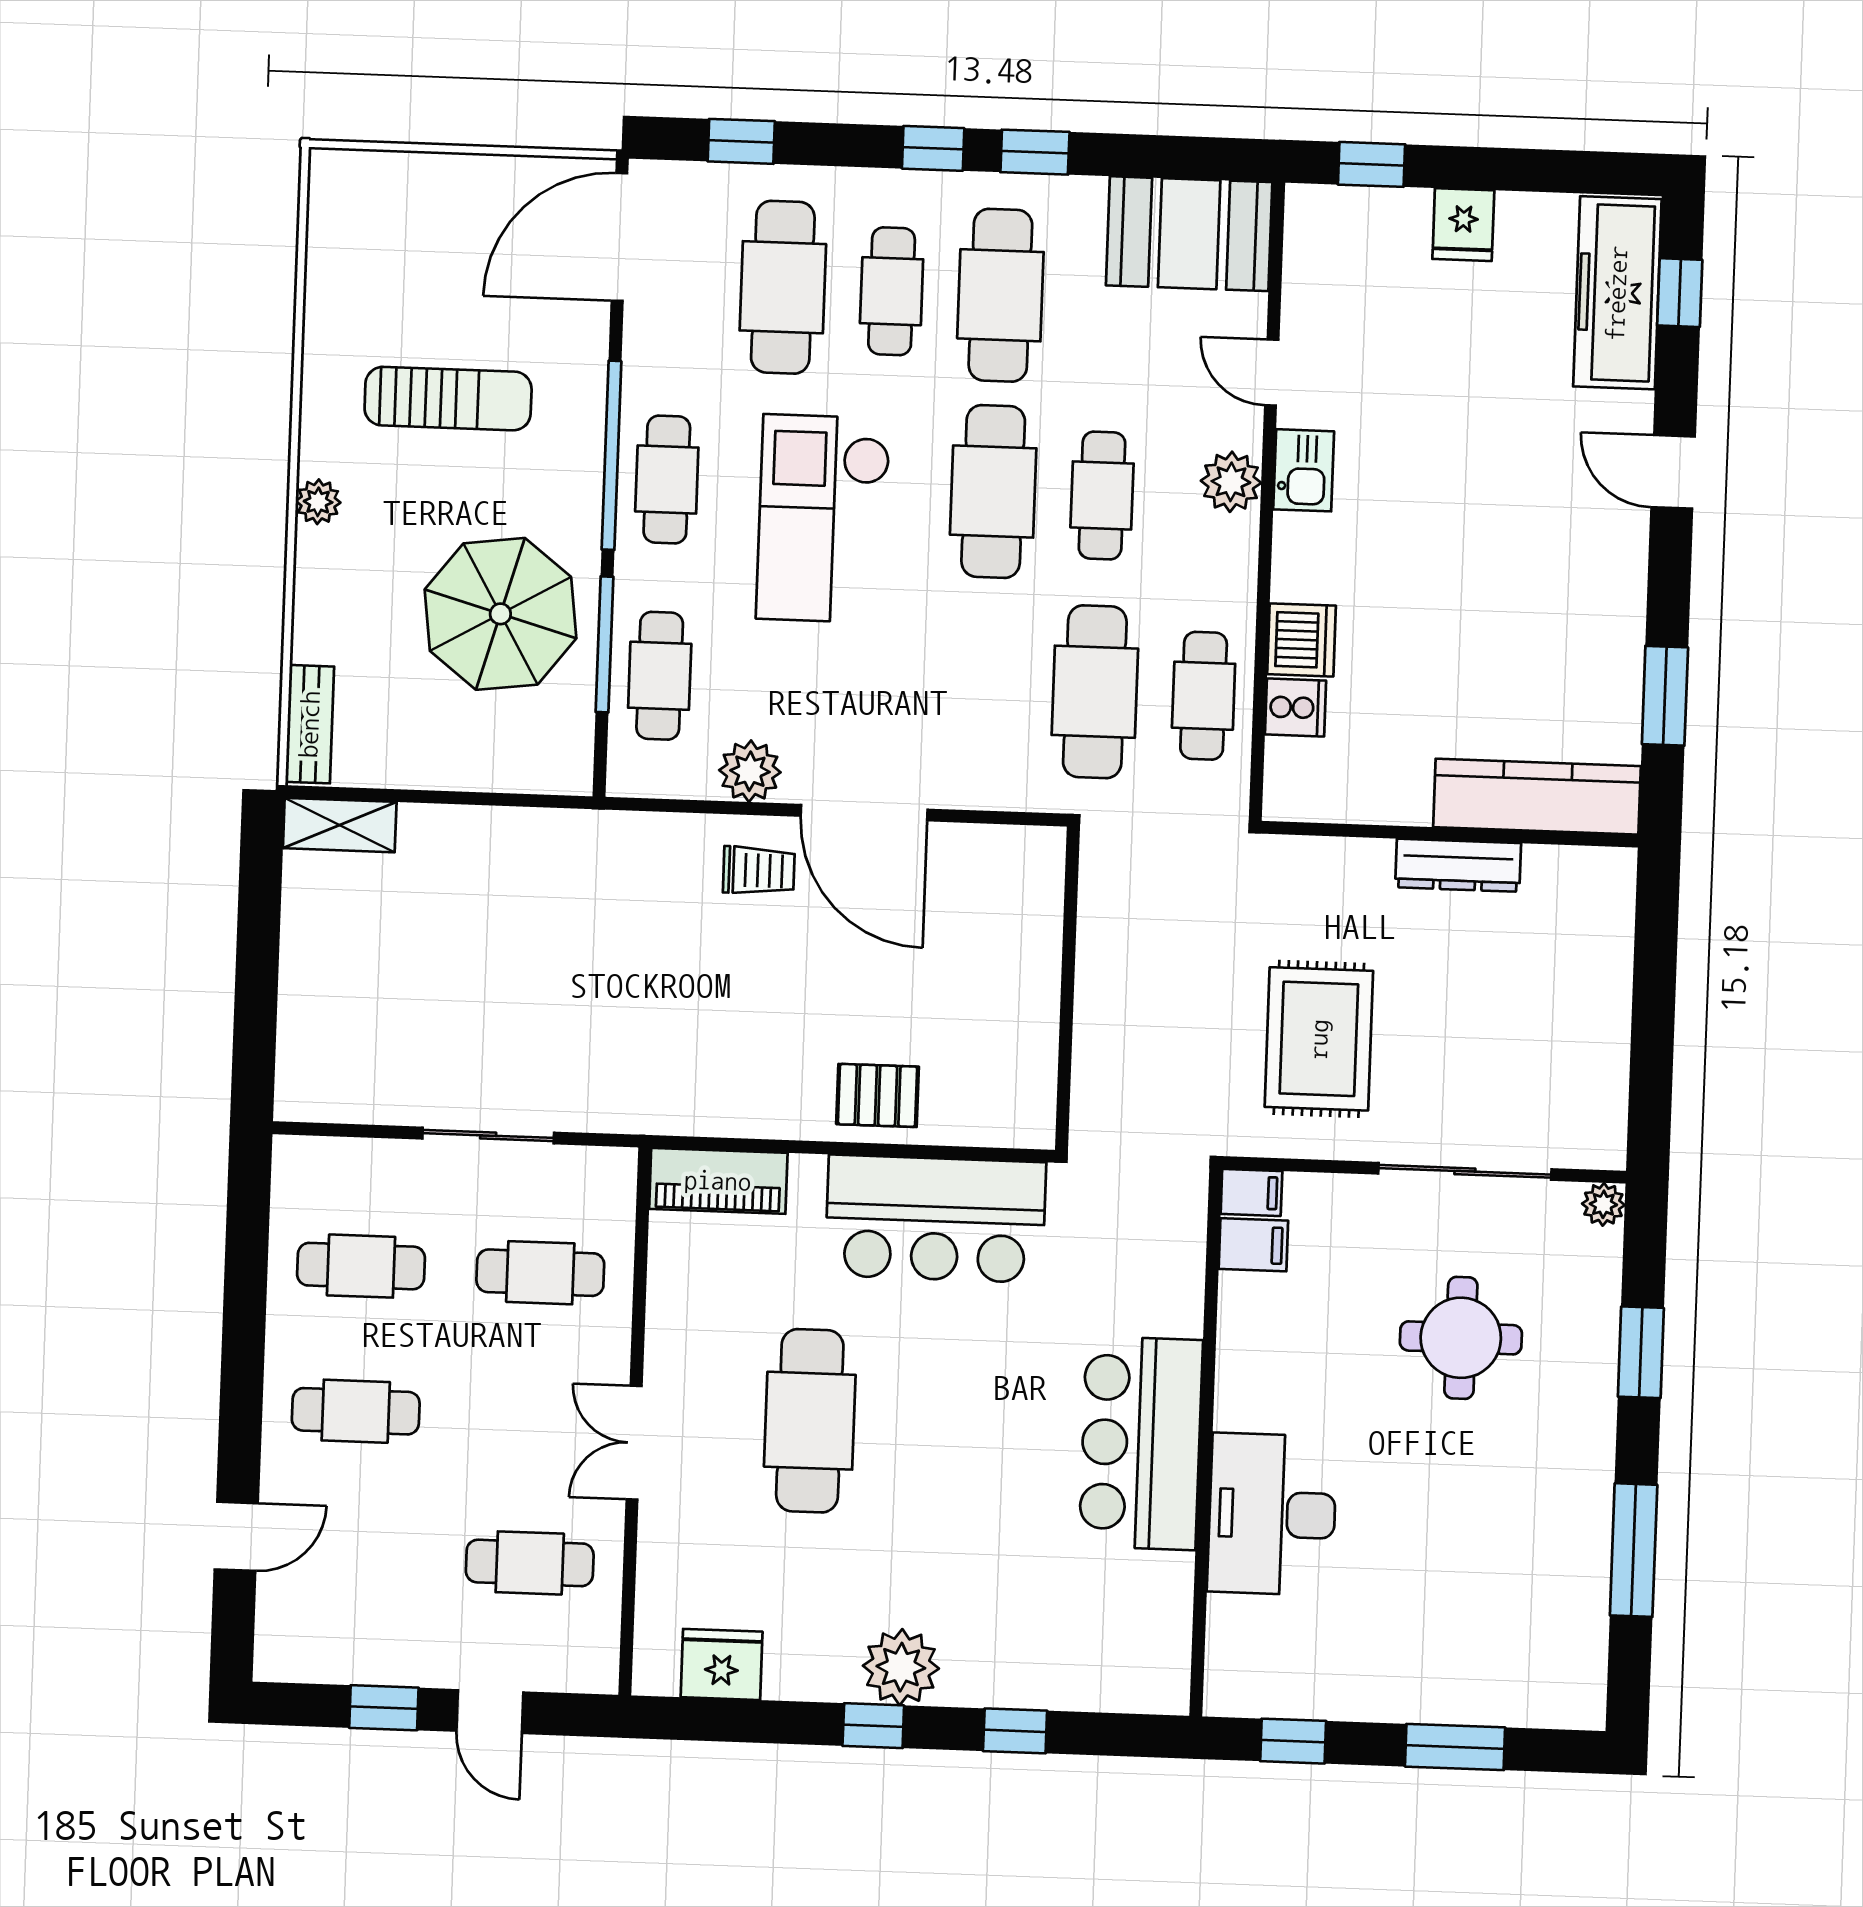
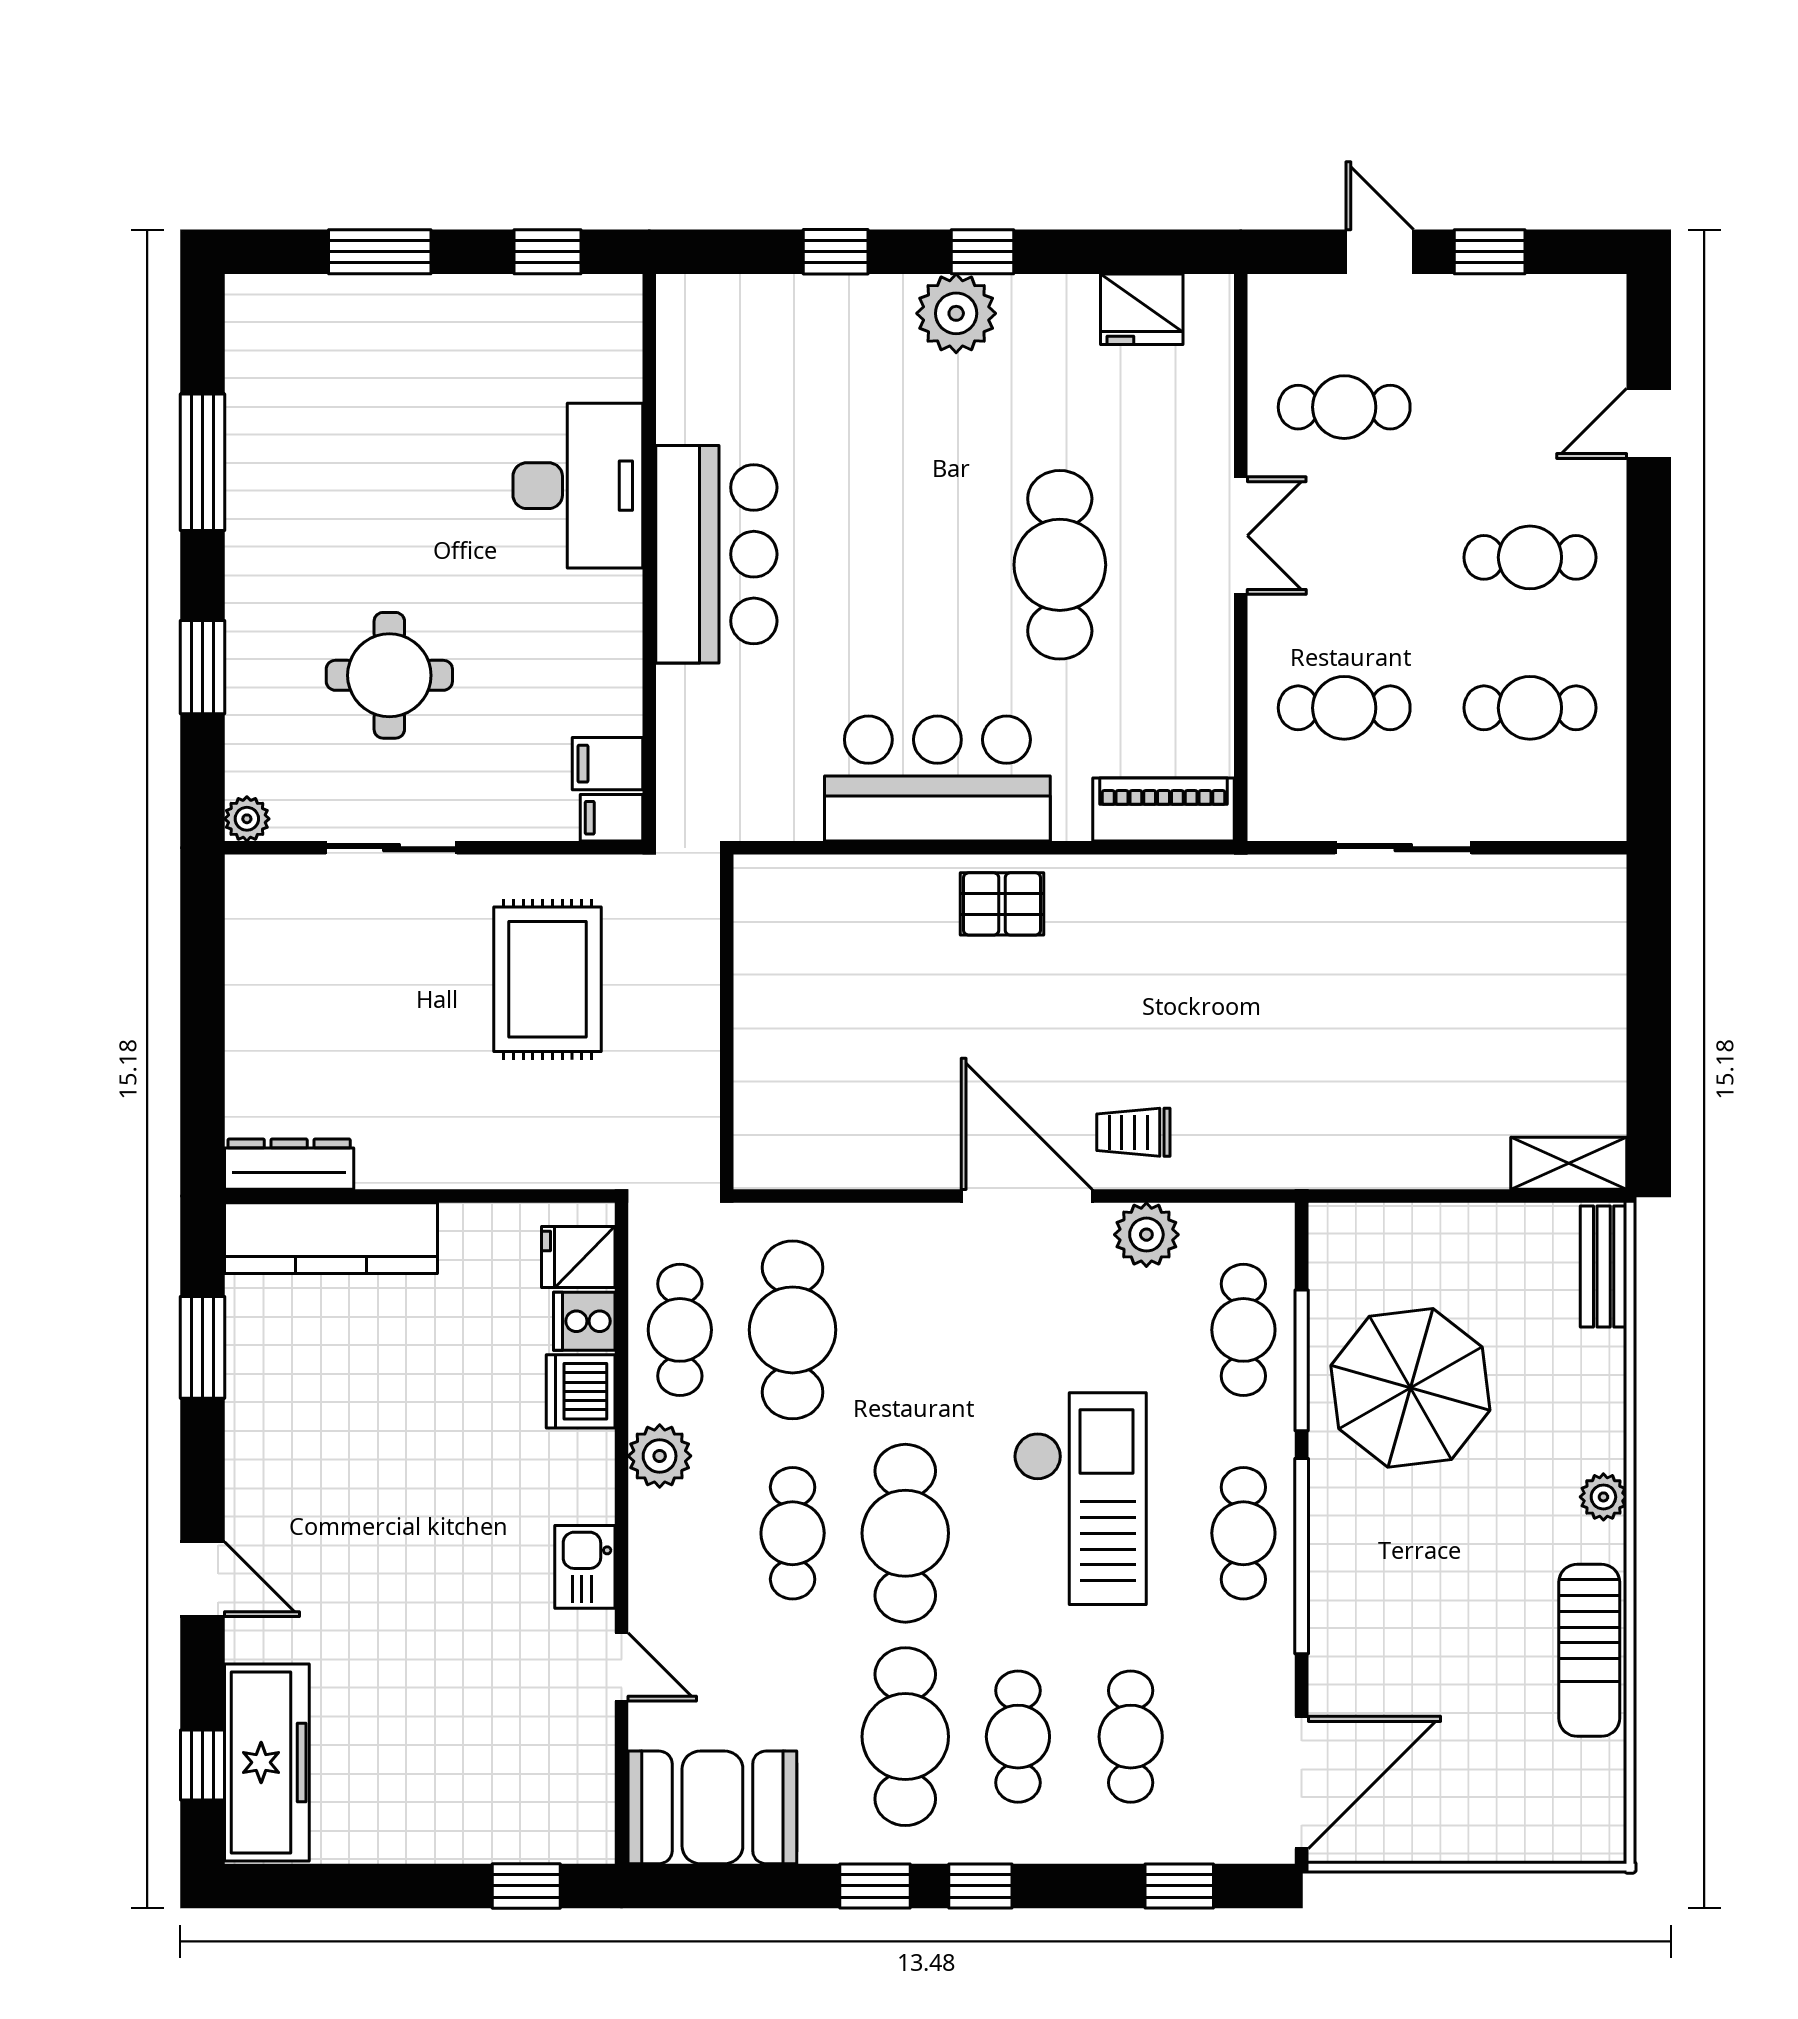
fridge: (1463, 225) -> (578, 1257), moved, turned -90
cafe table: (783, 287) -> (1131, 1737), width x0.73, depth x0.74
sun lounger: (448, 399) -> (1589, 1650), moved, turned -90
plant: (1231, 482) -> (660, 1456), moved
dresser: (1458, 865) -> (289, 1164), moved
wall: (1067, 988) -> (727, 1022), moved
sliding door: (1465, 1171) -> (391, 848), width x0.73

